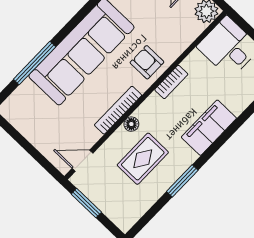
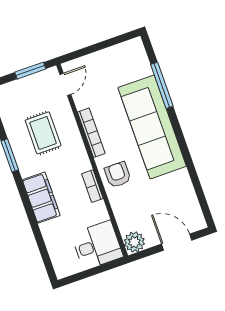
armchair: (147, 62) -> (118, 175), turned -90
floor lamp: (131, 124) -> (75, 138), removed

